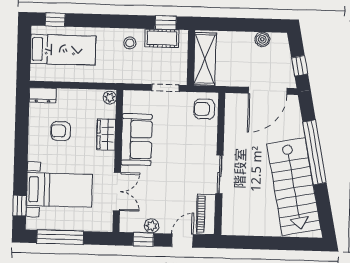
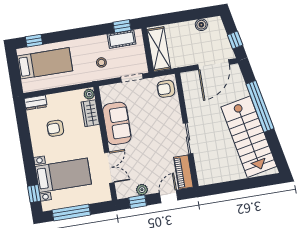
stool: (130, 43) -> (101, 62), moved
wardrobe: (106, 135) -> (90, 113), moved

